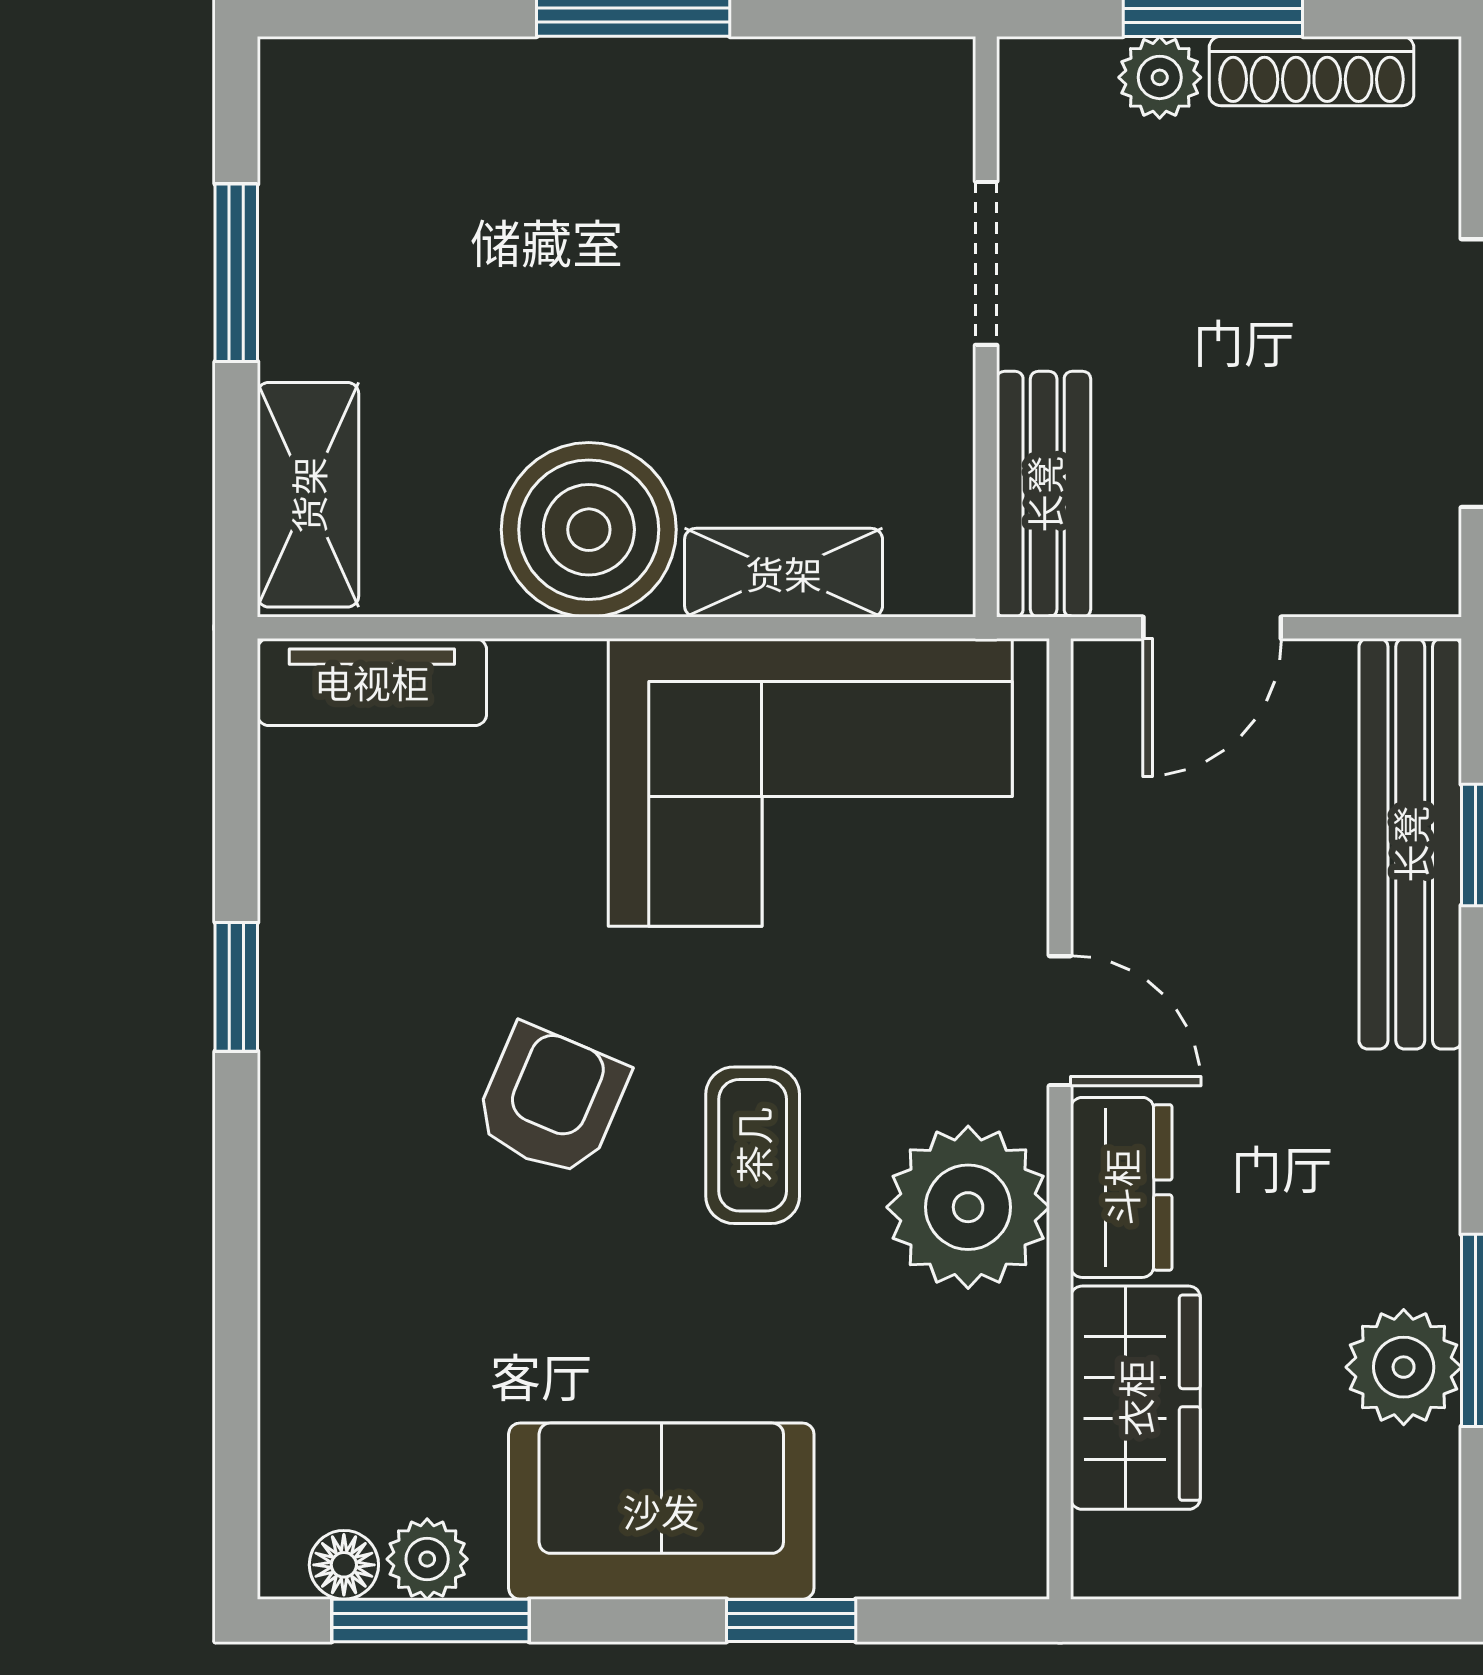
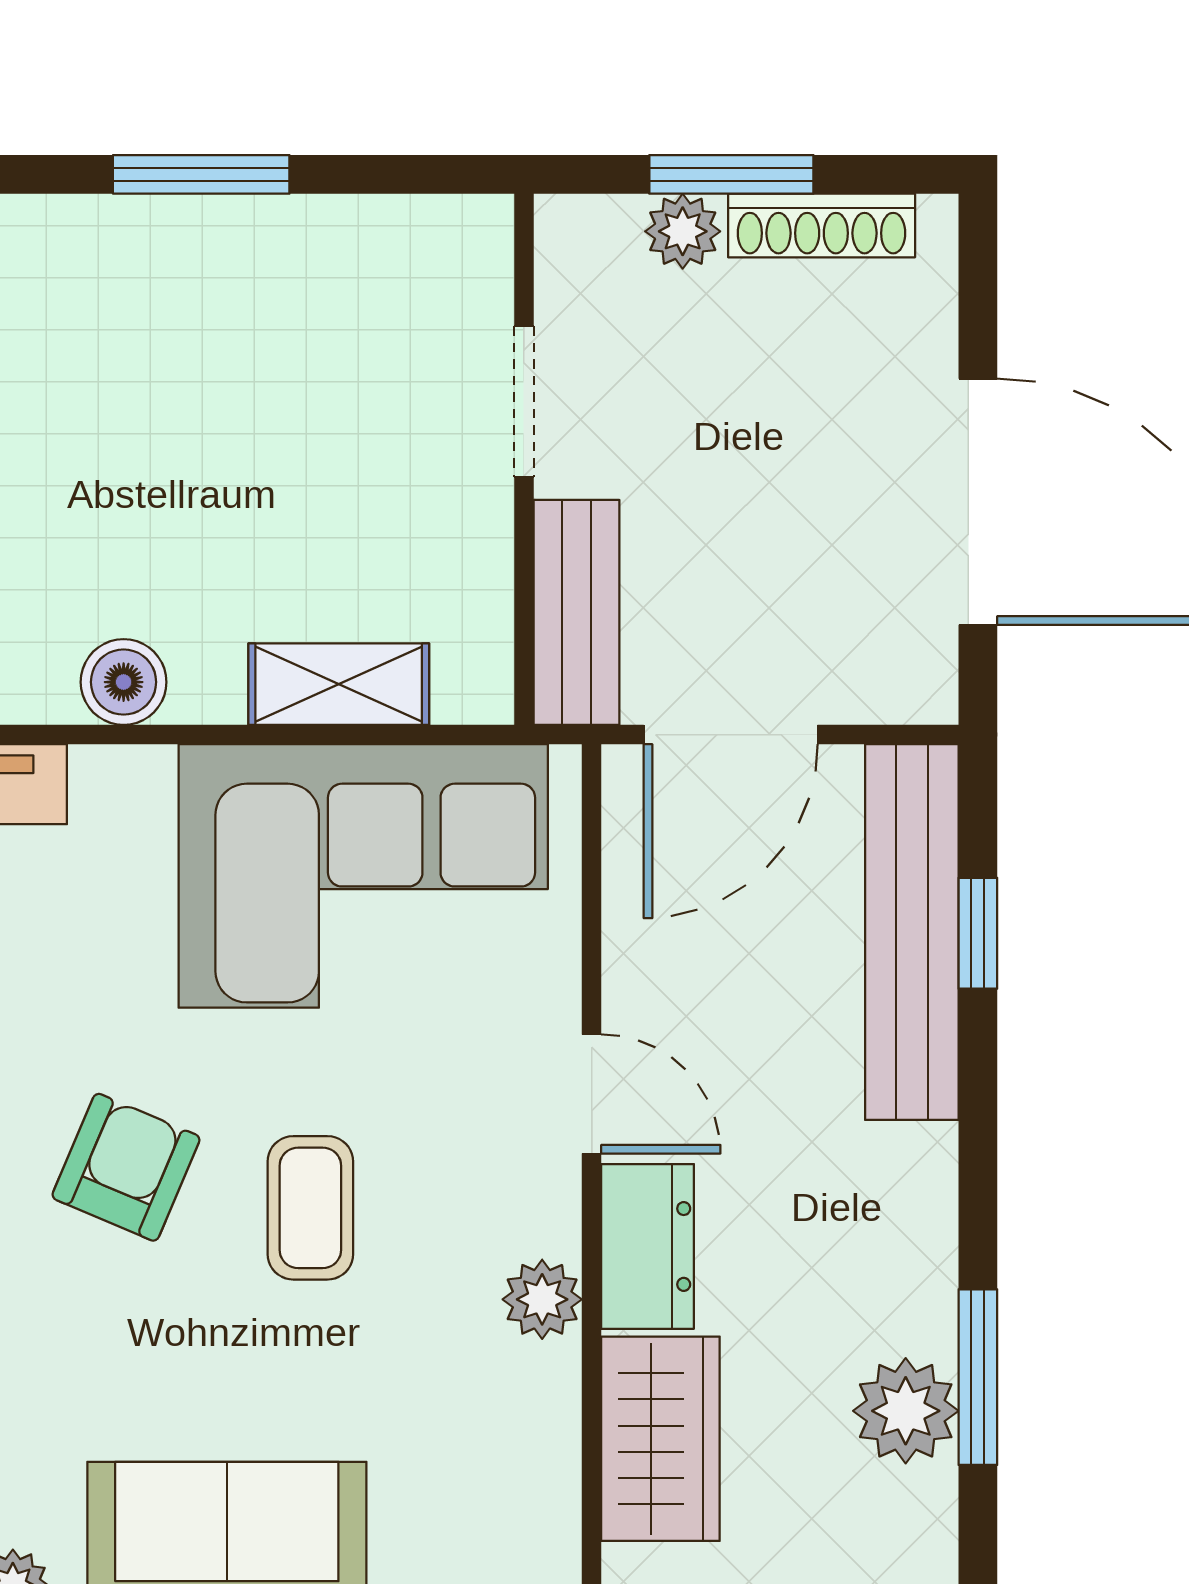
boiler: (589, 530) -> (124, 682), width x0.54, depth x0.54
door: (1212, 628) -> (731, 735), width x1.38
plant: (968, 1207) -> (542, 1299), width x0.53, depth x0.53

